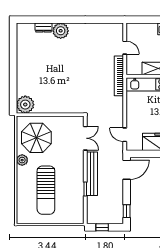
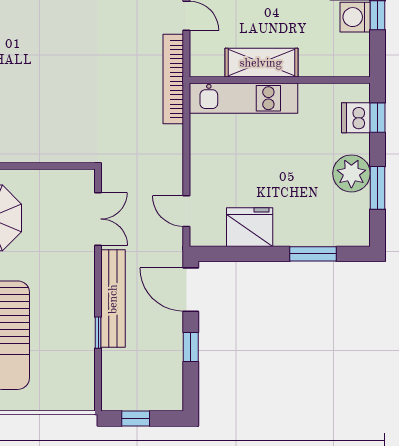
door: (127, 170) -> (191, 290), swing flipped
window: (127, 211) -> (191, 347), moved

